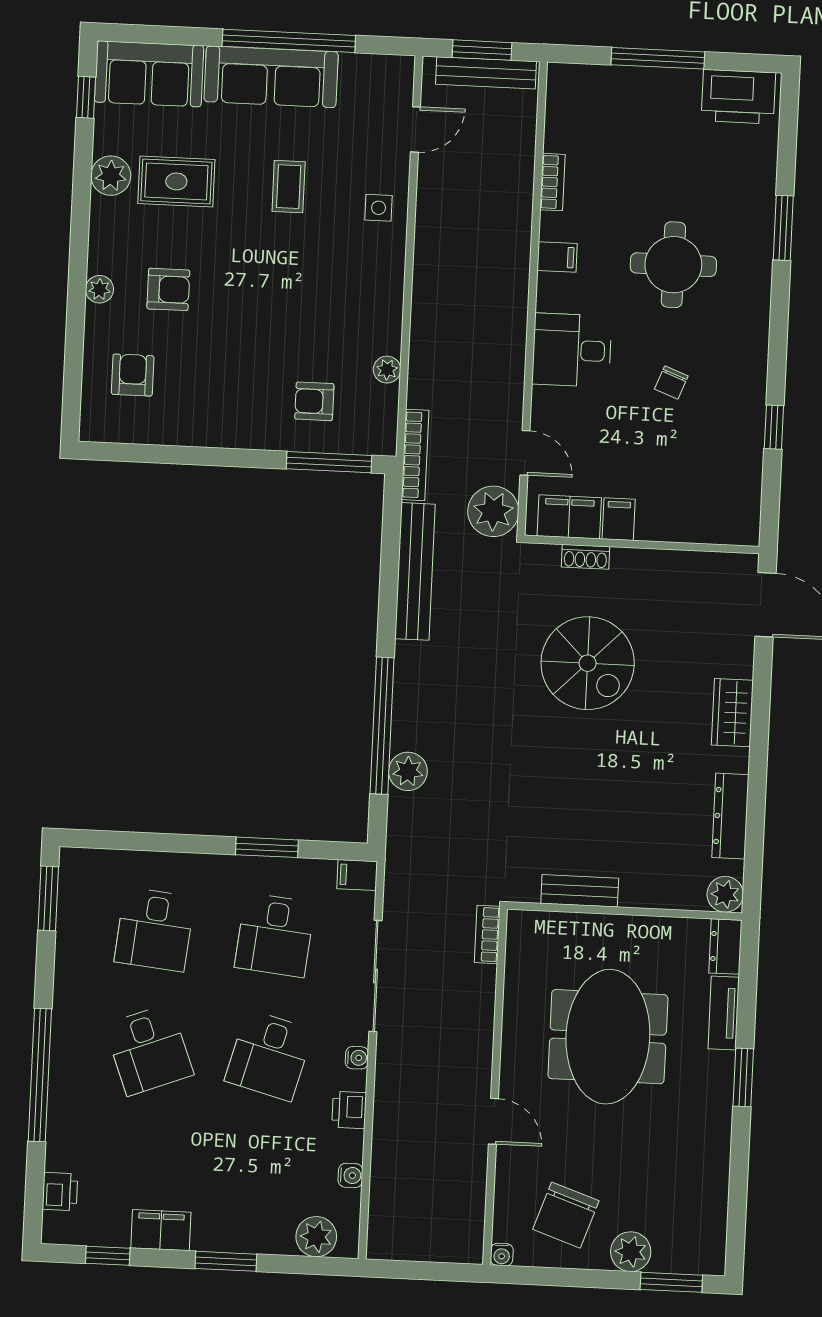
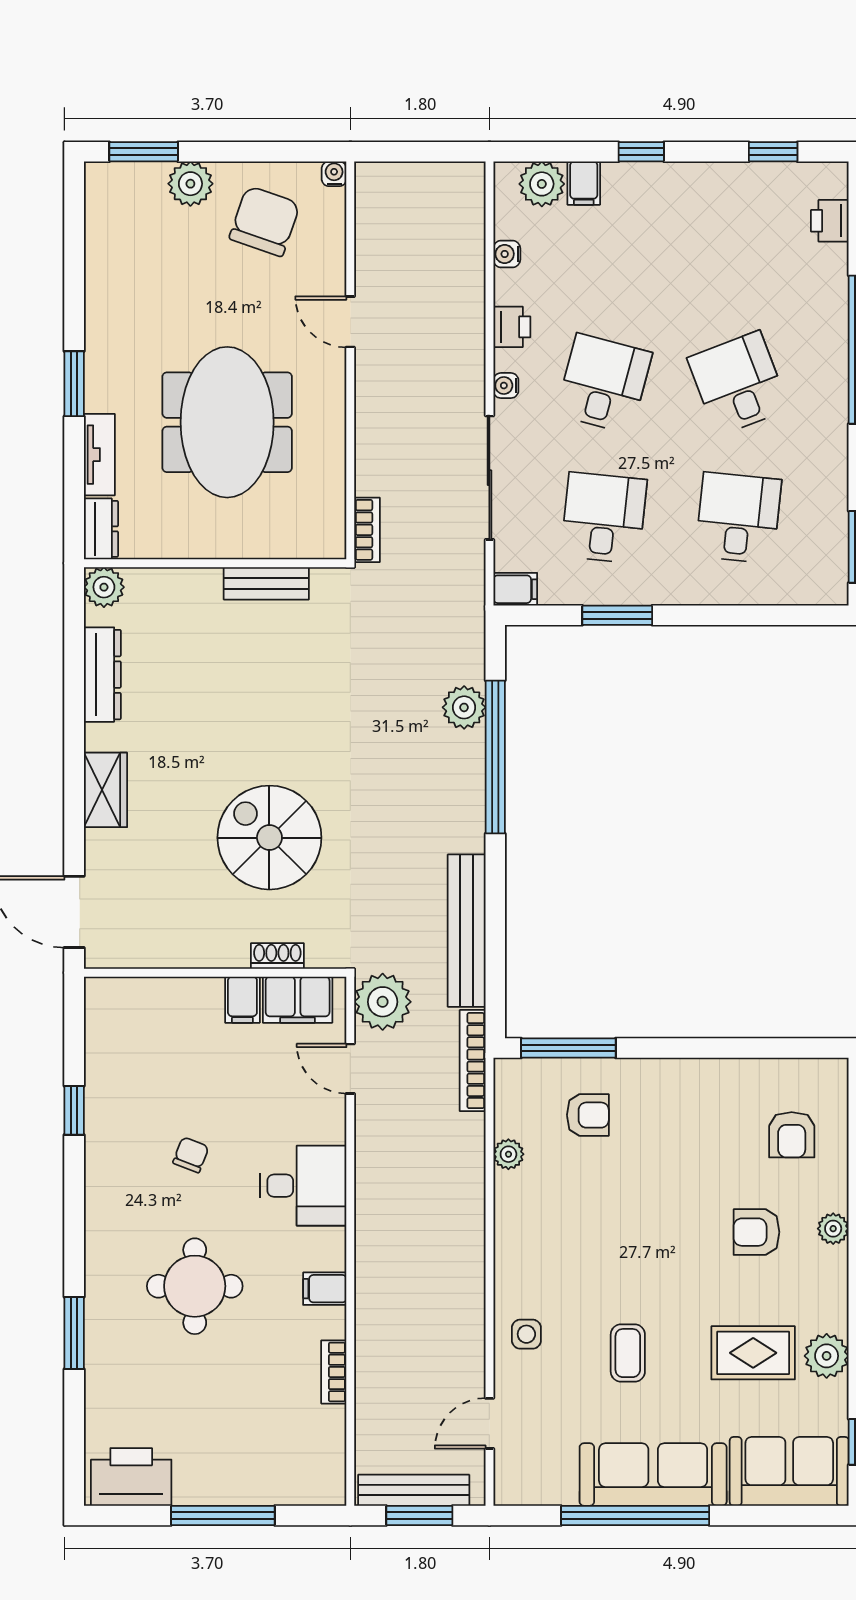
filing cabinet: (161, 1230) -> (584, 183), moved, width x0.50
window: (226, 1261) -> (641, 152), width x0.67

